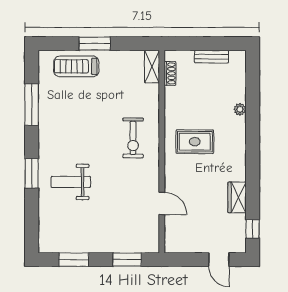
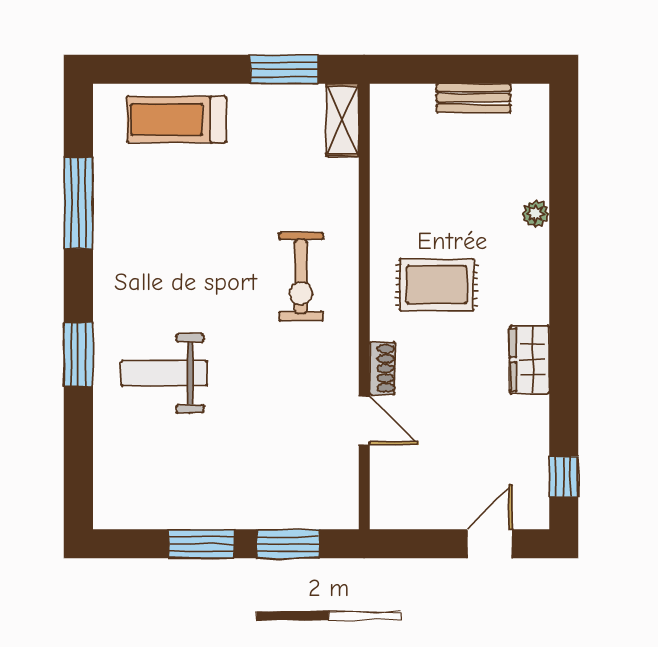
window: (95, 44) -> (284, 69), moved
shoe rack: (170, 73) -> (382, 368), moved
wardrobe: (237, 197) -> (530, 360), moved
window: (74, 260) -> (201, 544), moved
door: (219, 260) -> (490, 544), swing flipped

